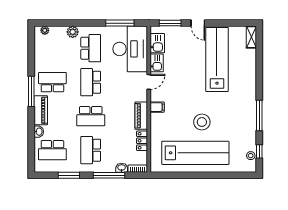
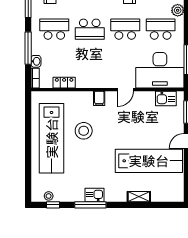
shelving: (251, 37) -> (139, 197), moved
school desk: (91, 48) -> (161, 29), turned 180
kitchen sink: (157, 63) -> (94, 195), moved, turned 180
door: (149, 82) -> (125, 90), hinge flipped
school desk: (91, 116) -> (90, 29), turned -90
piano: (141, 116) -> (90, 82), removed
stool: (202, 122) -> (84, 131), moved

